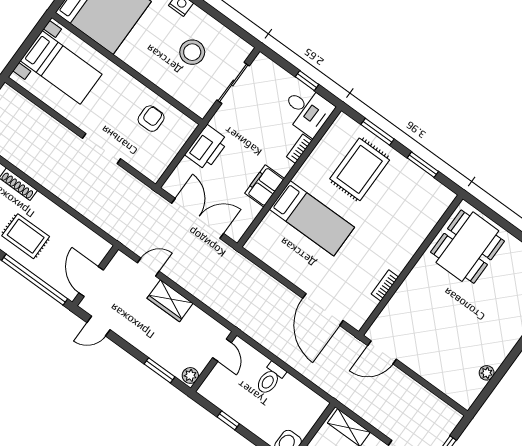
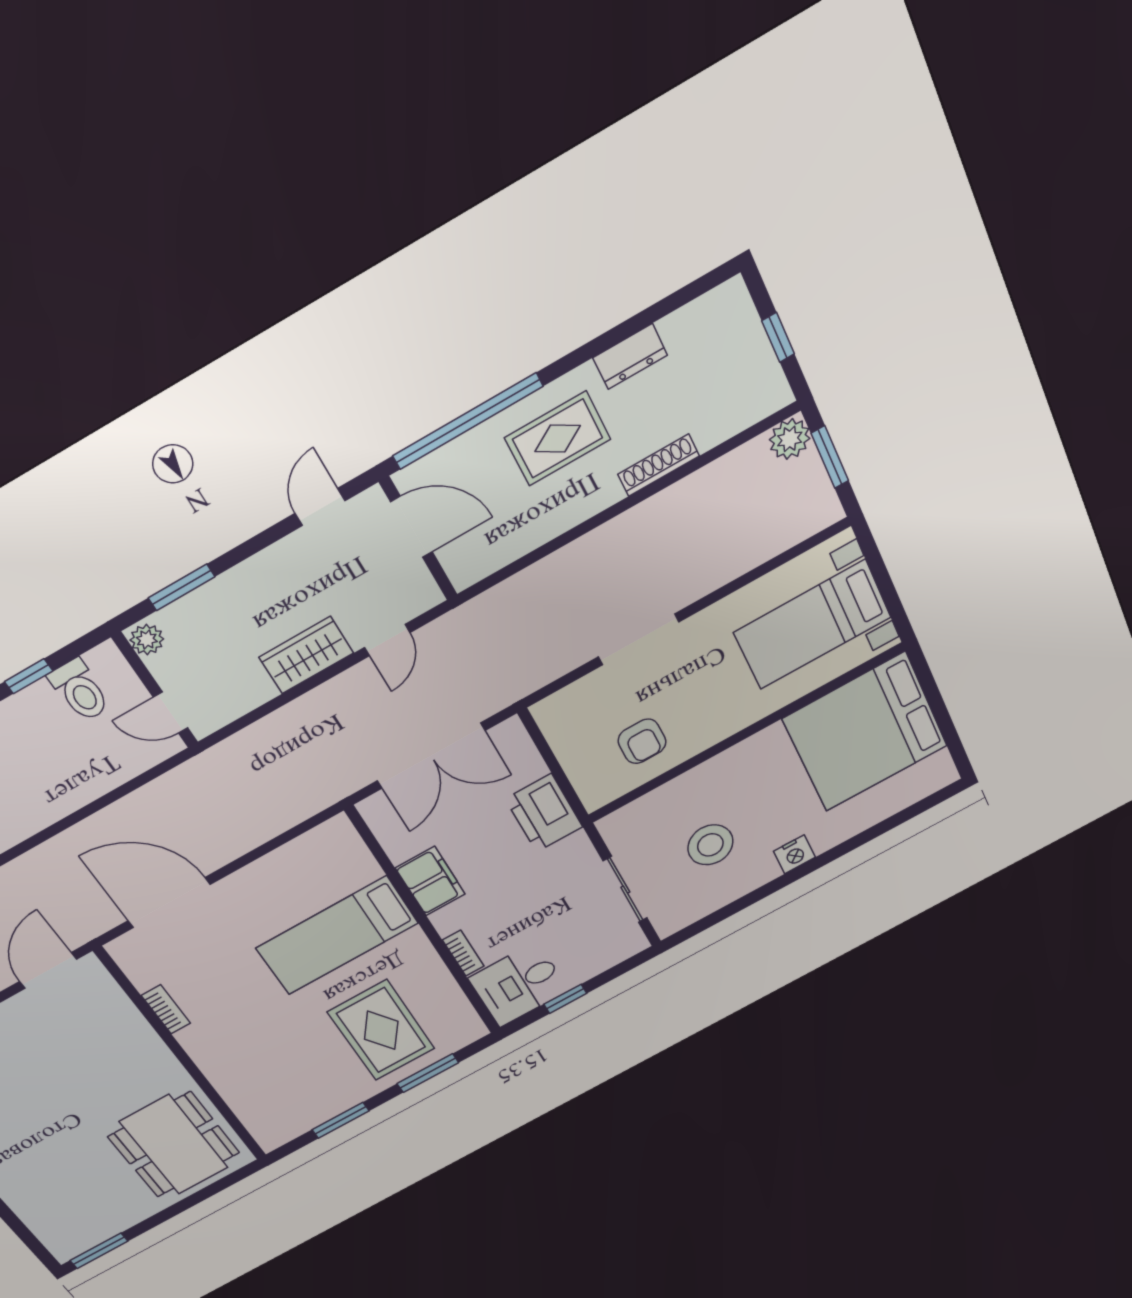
toilet: (270, 379) -> (80, 690), moved, turned 180

